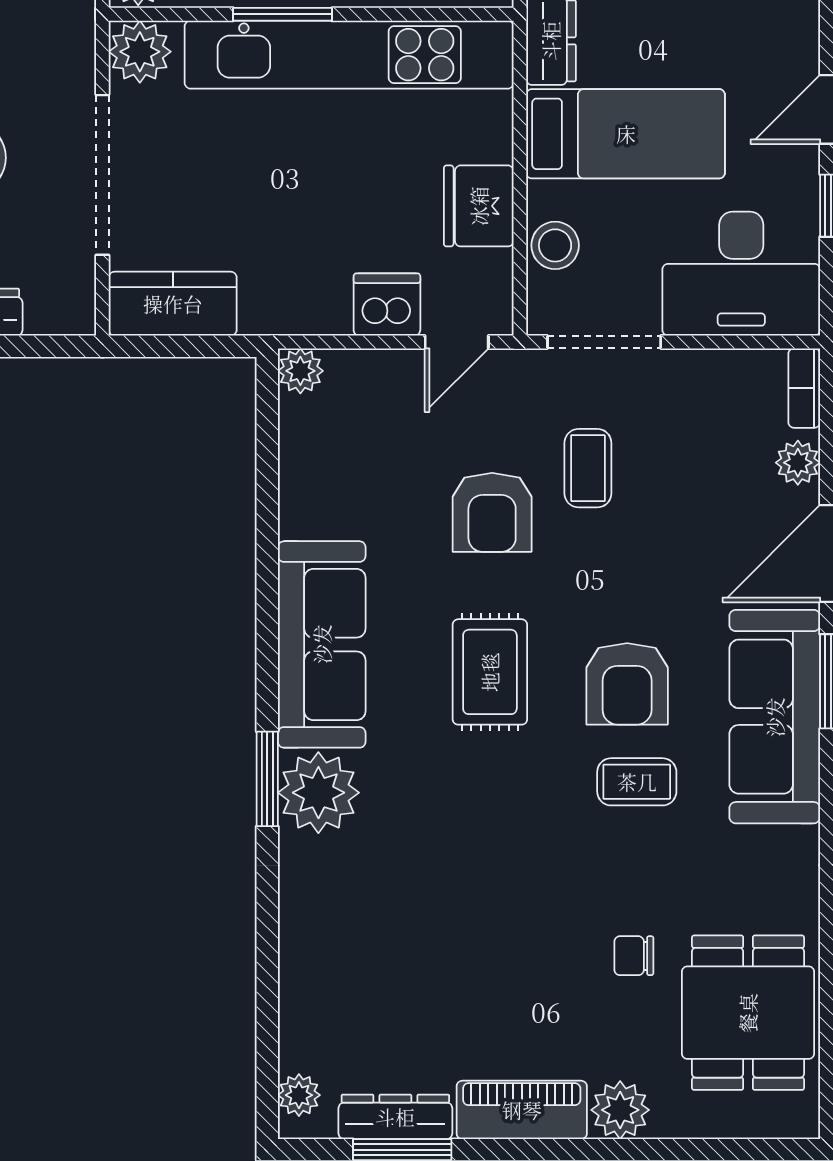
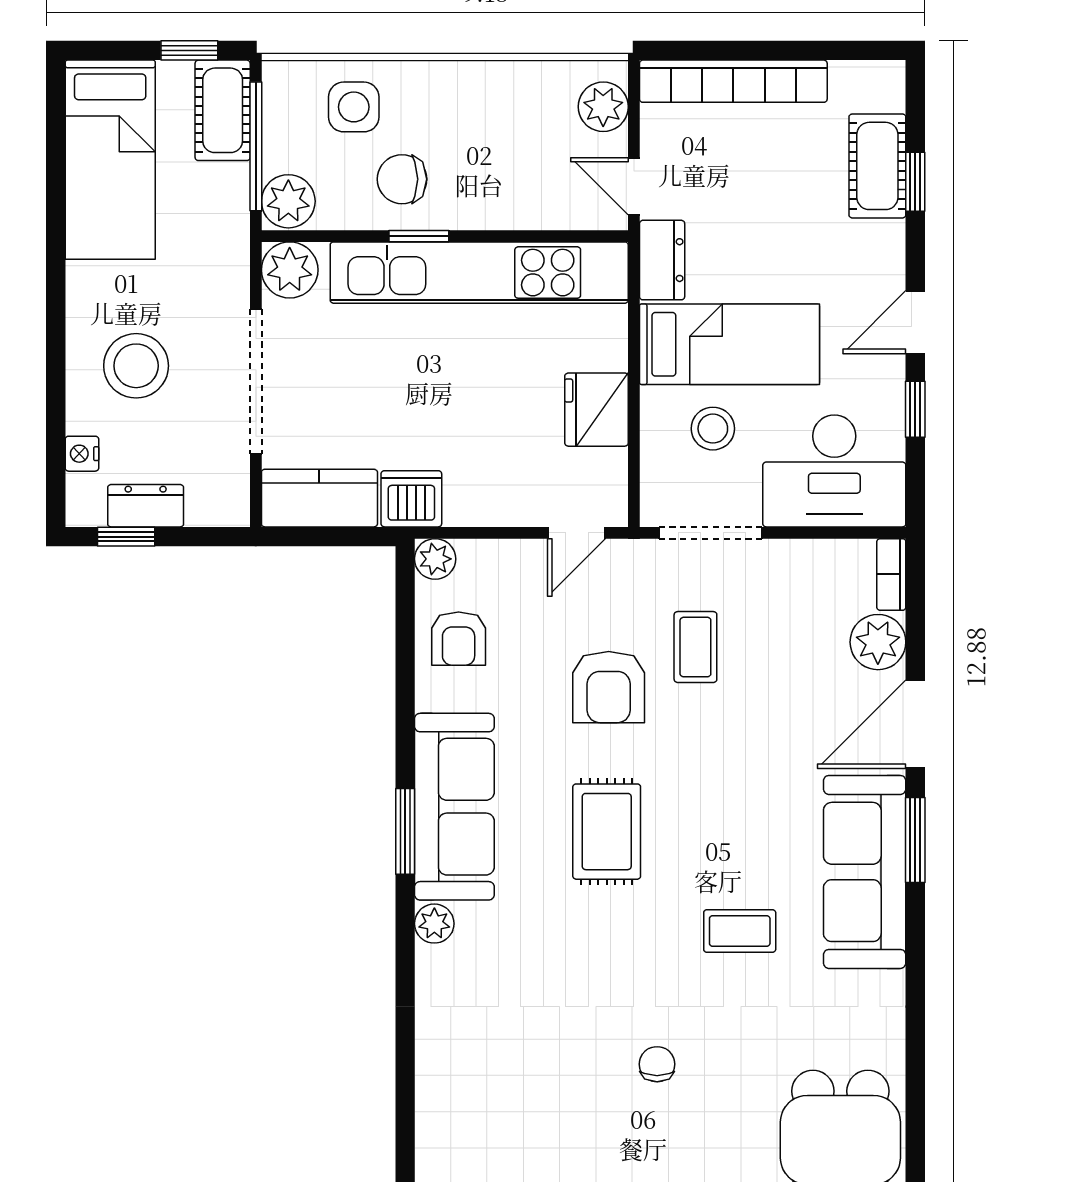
window: (282, 14) -> (419, 236), width x0.67
stool: (555, 245) -> (713, 429), moved
dishwasher: (387, 304) -> (411, 499), moved
plant: (798, 463) -> (878, 642), width x1.38, depth x1.38
armchair: (627, 684) -> (459, 639), moved, width x0.72, depth x0.72
window: (267, 779) -> (405, 831), moved
plant: (318, 793) -> (434, 924), width x0.53, depth x0.53
chair: (634, 956) -> (657, 1064), moved, turned 90

